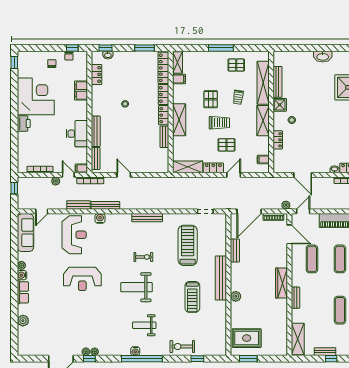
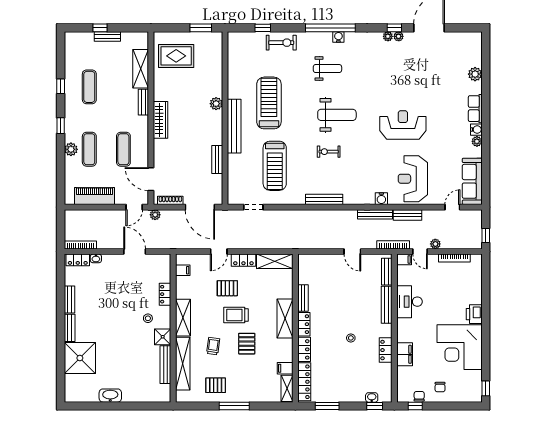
locker: (97, 74) -> (386, 350), moved
door: (249, 211) -> (200, 207), swing flipped
treadmill: (192, 297) -> (269, 103), width x1.37, depth x1.38
rug: (247, 338) -> (176, 56), moved
shelving: (298, 339) -> (141, 69), moved

